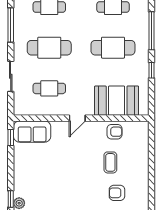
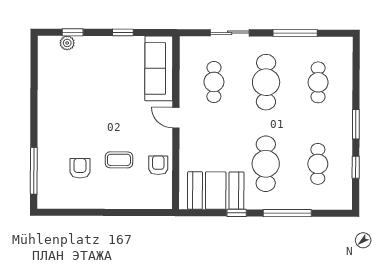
booth: (117, 101) -> (216, 191), moved, turned 90
sofa: (32, 132) -> (159, 68), width x1.36
armchair: (114, 132) -> (158, 165), turned 180
window: (11, 137) -> (123, 32), moved

